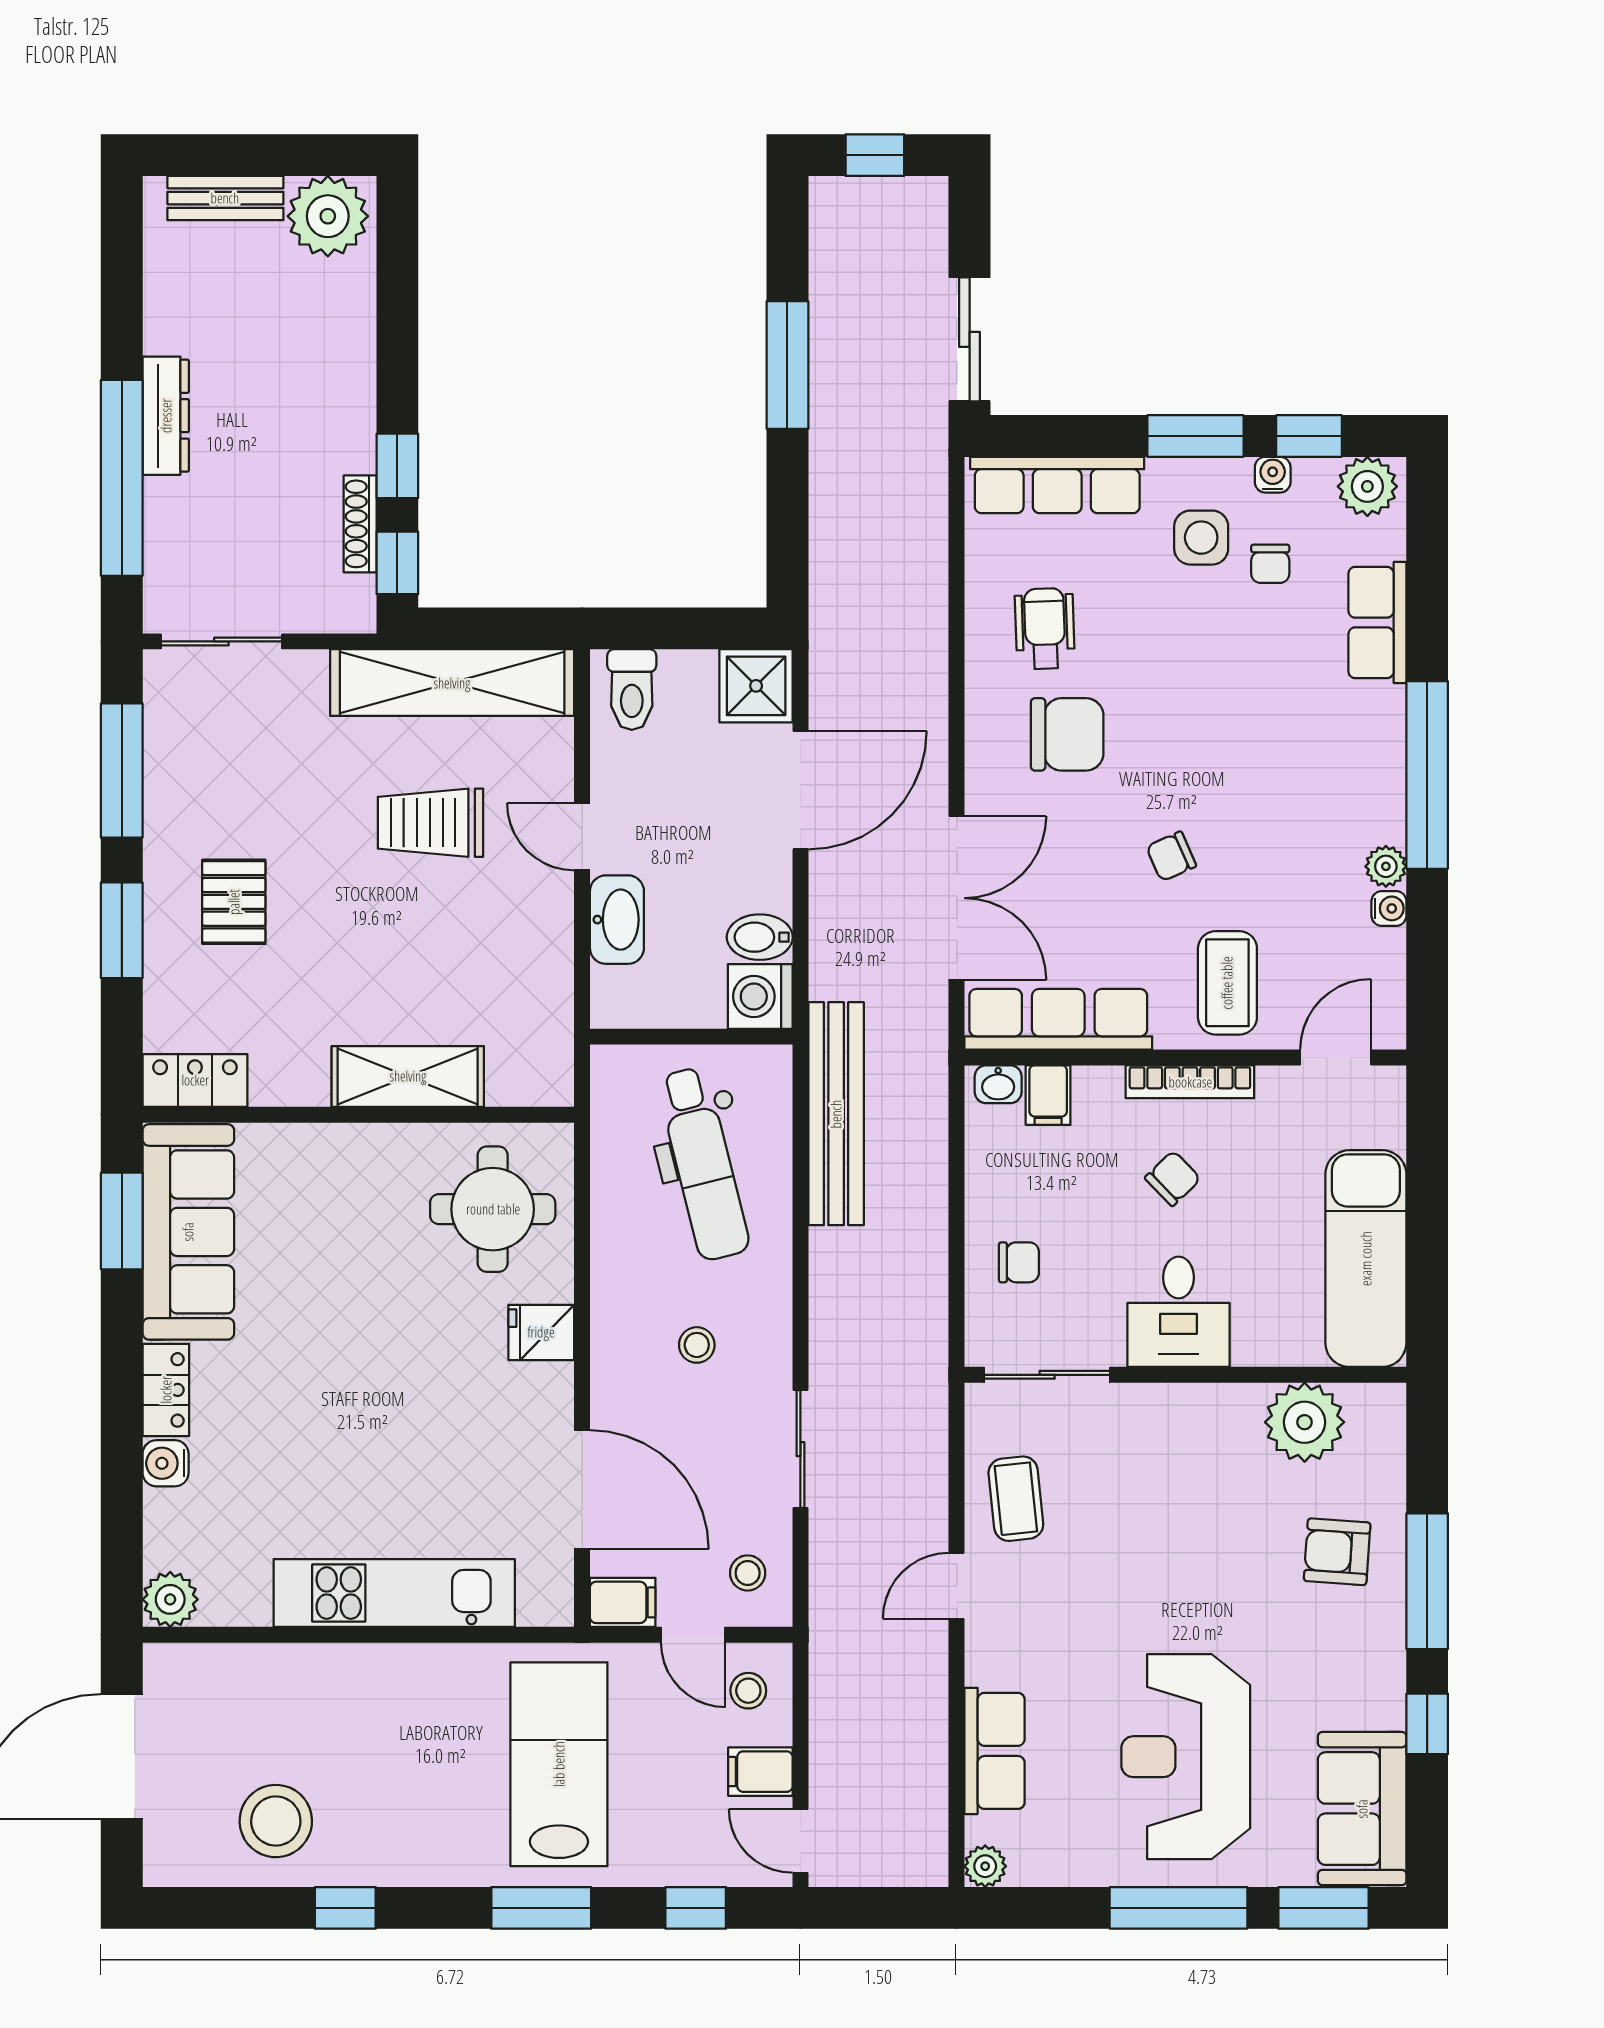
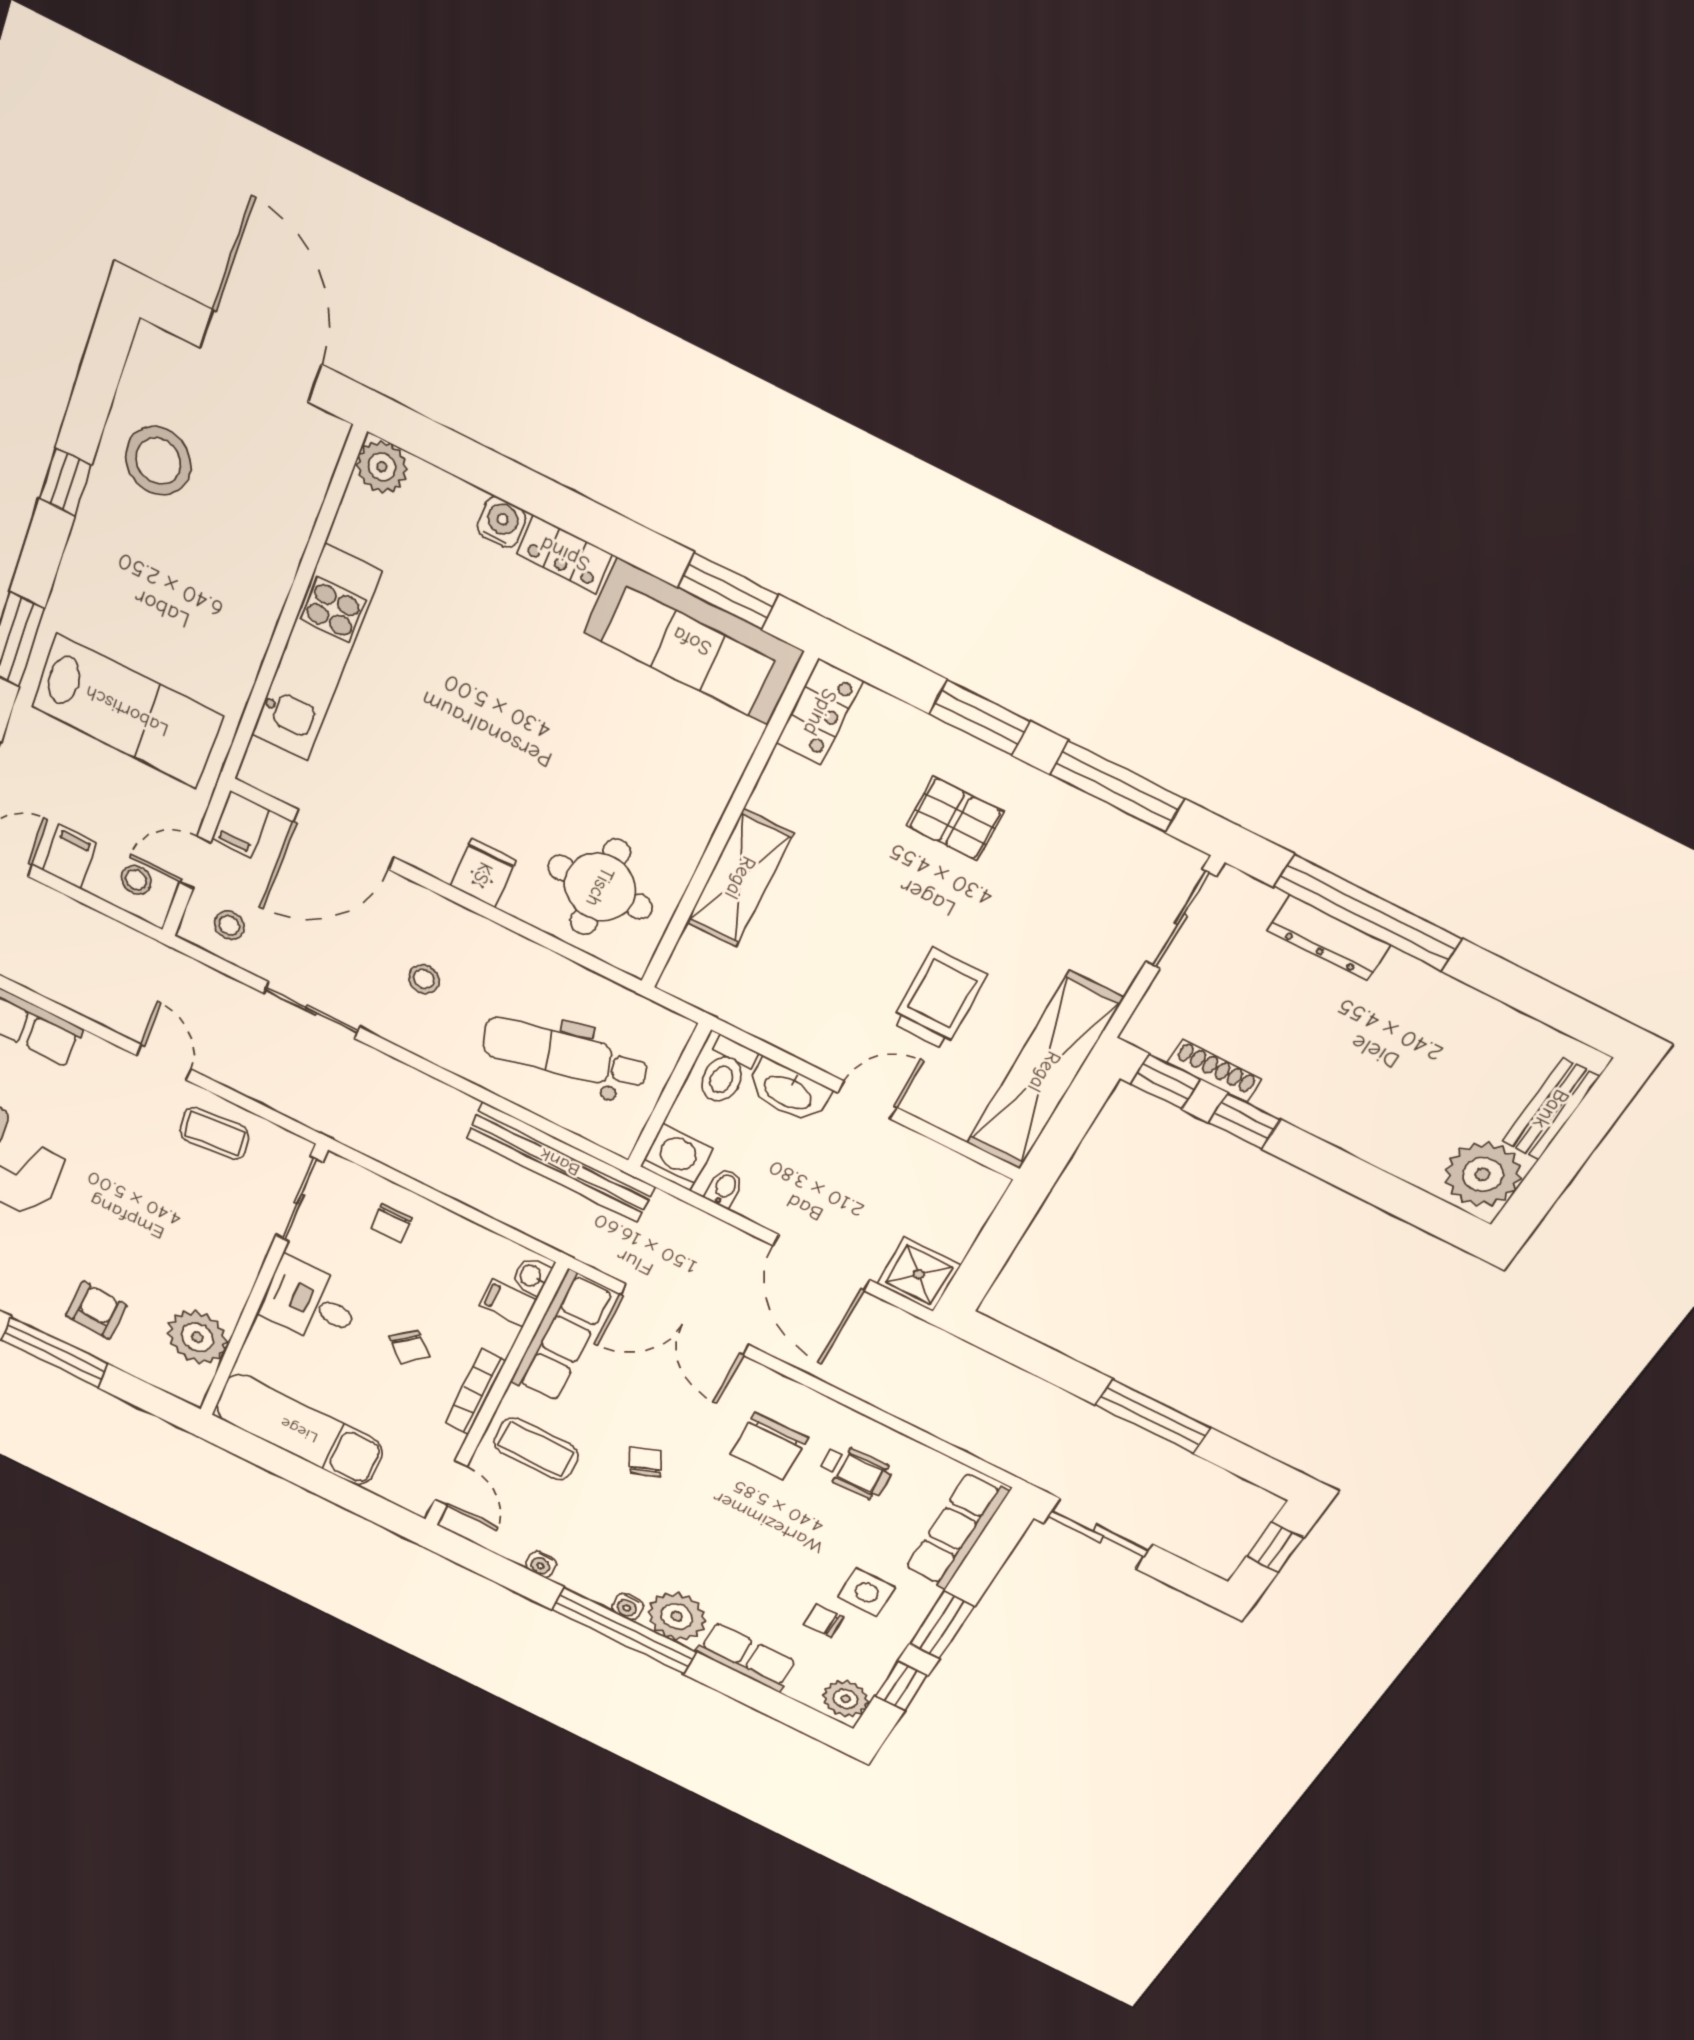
dresser: (166, 416) -> (1329, 938), moved
water cooler: (1273, 475) -> (628, 1606), moved, turned 90
toilet: (632, 690) -> (725, 1072), moved, turned -90
plant: (1386, 866) -> (677, 1616), moved, width x1.88, depth x1.88
bidet: (760, 937) -> (724, 1188), width x0.72, depth x0.74

